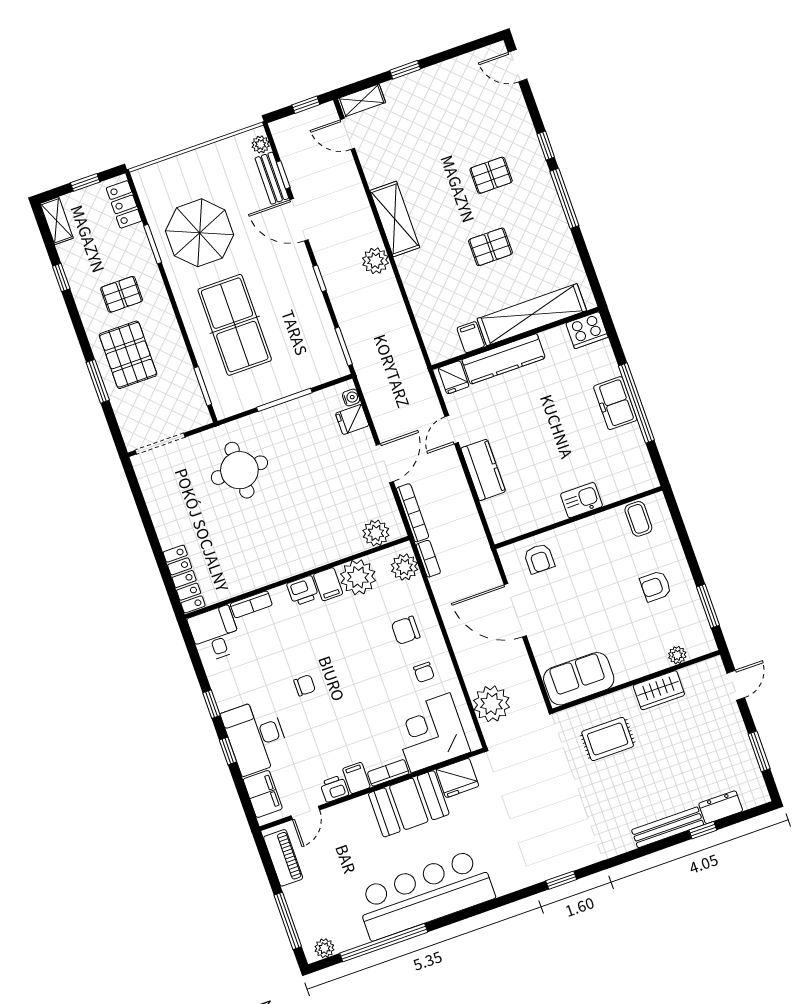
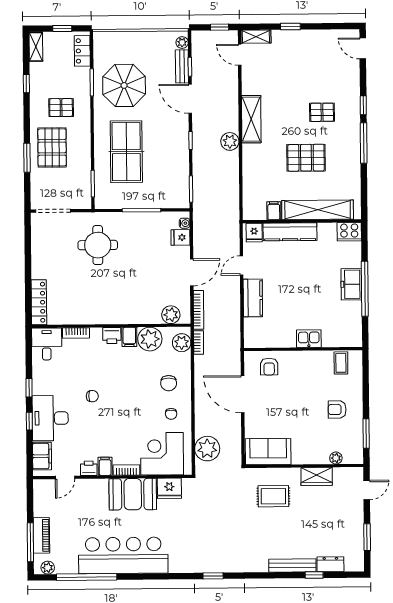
pallet: (490, 247) -> (306, 158), width x1.50, depth x1.42
chair: (406, 630) -> (169, 383), turned -90
piano: (283, 858) -> (41, 535), moved

